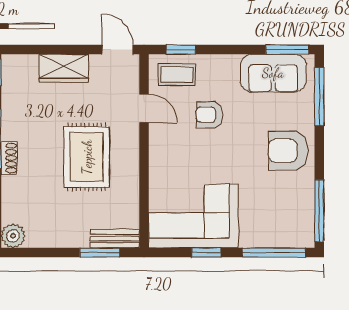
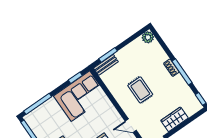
rug: (87, 157) -> (140, 90), width x0.73, depth x0.70
window: (206, 253) -> (75, 78), moved

